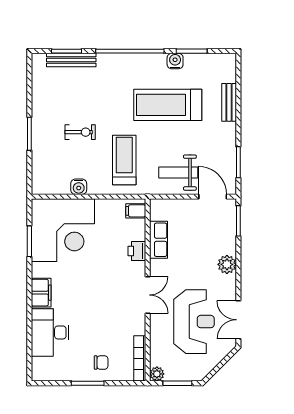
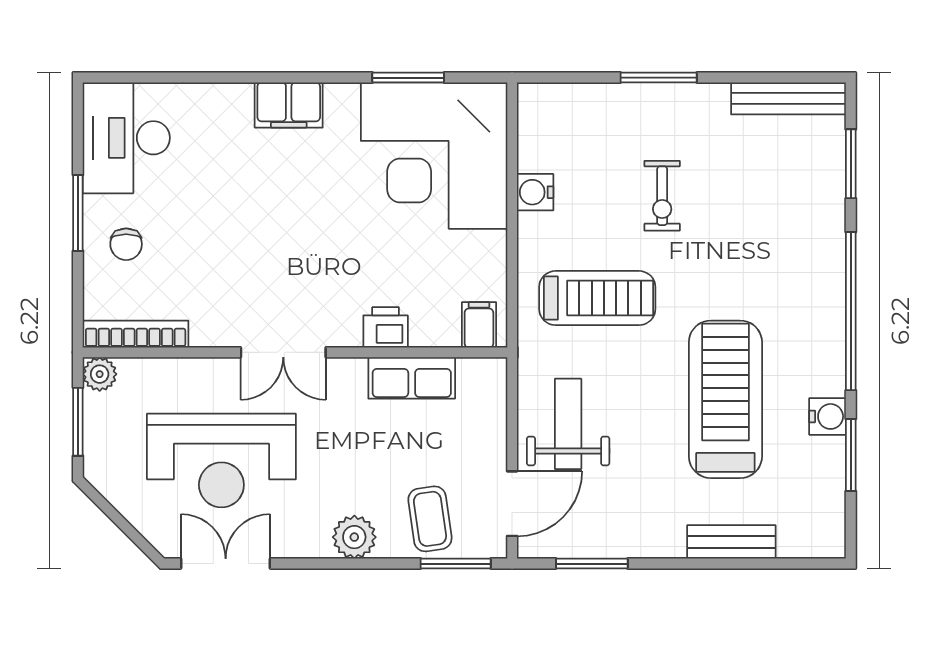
bench: (71, 60) -> (788, 98), moved, turned 90
coffee table: (219, 232) -> (430, 519), added
desk: (50, 332) -> (126, 138), moved, turned -90

